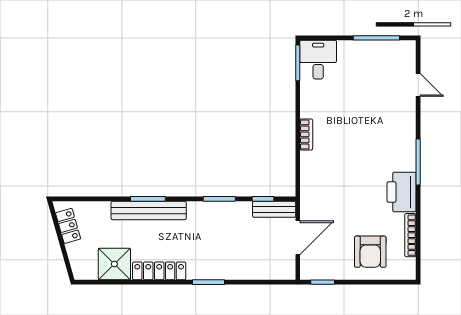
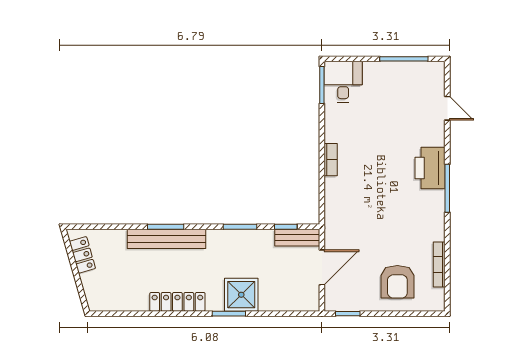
printer: (402, 192) -> (430, 168), moved
shower: (114, 264) -> (241, 295), moved

